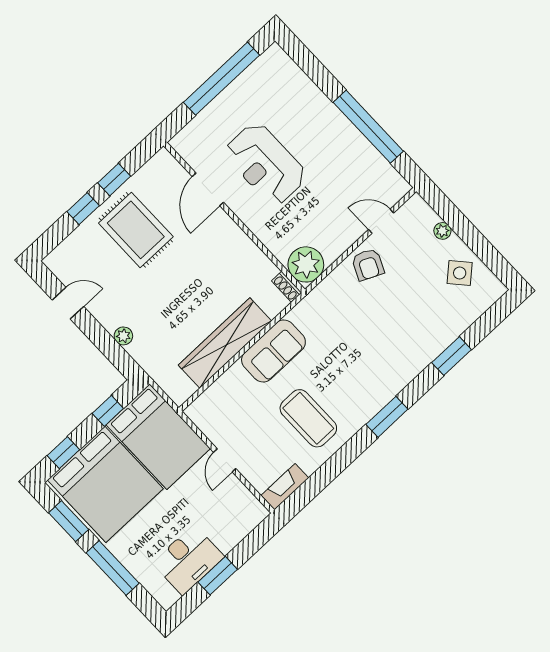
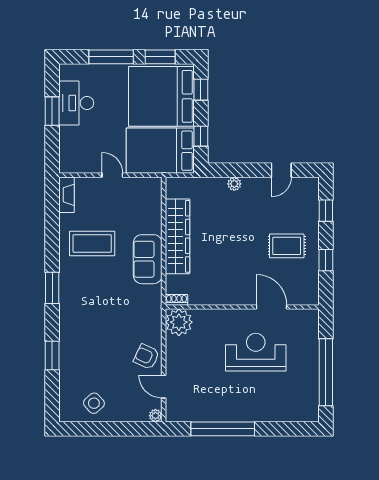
window: (83, 209) -> (326, 211), moved
door: (381, 221) -> (164, 387), swing flipped
rug: (136, 230) -> (287, 246), width x0.73, depth x0.70
plant: (442, 231) -> (155, 416), moved

